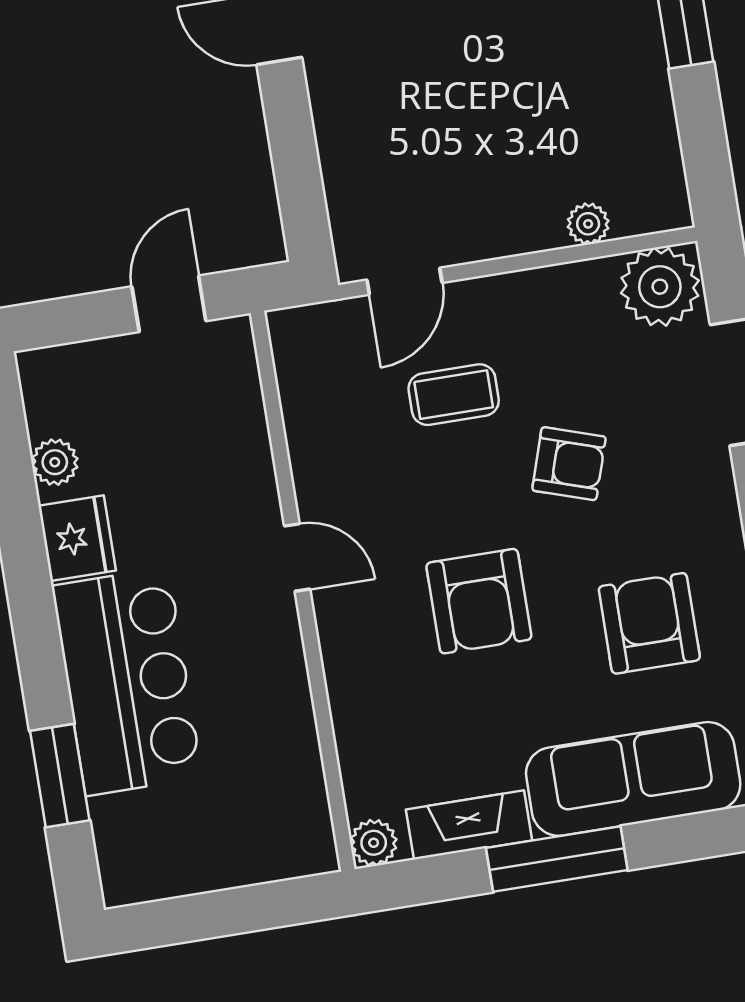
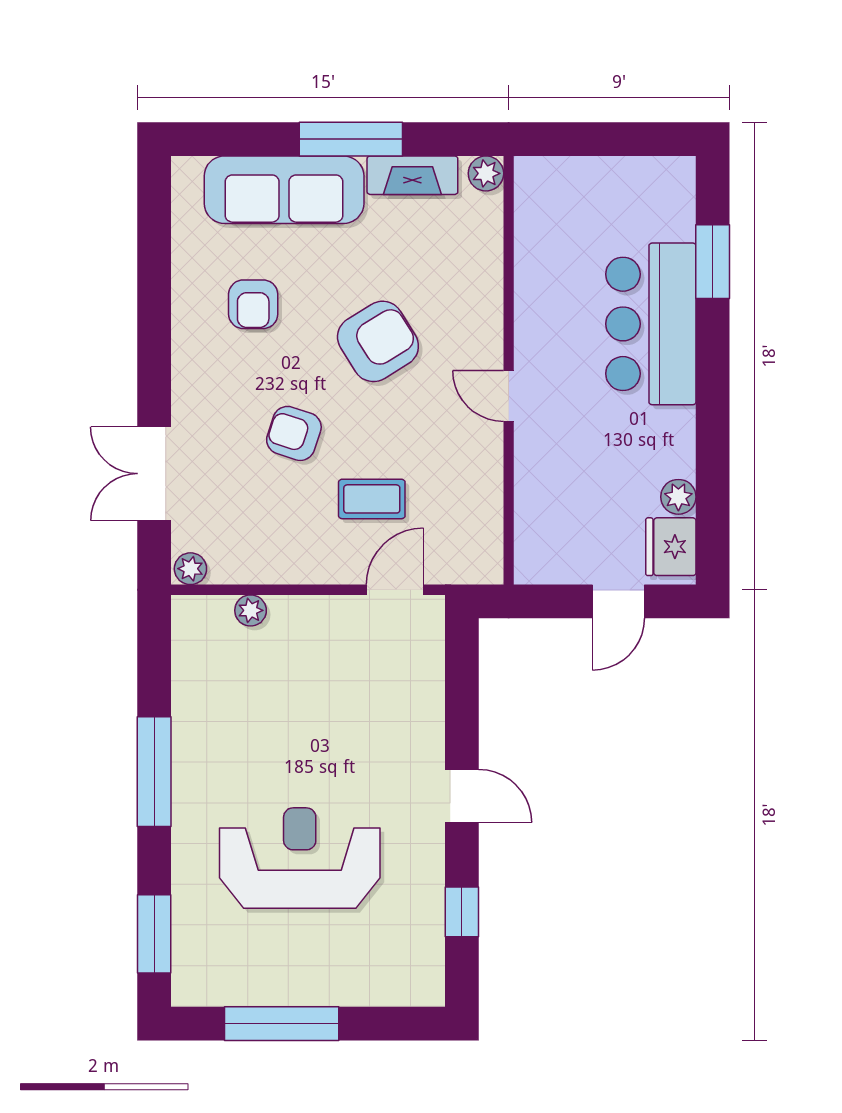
plant: (660, 287) -> (190, 569), width x0.53, depth x0.53
door: (169, 304) -> (618, 601), moved
fridge: (77, 538) -> (671, 547), moved
armchair: (479, 601) -> (378, 341), turned 58
armchair: (649, 623) -> (253, 304), width x0.72, depth x0.72

